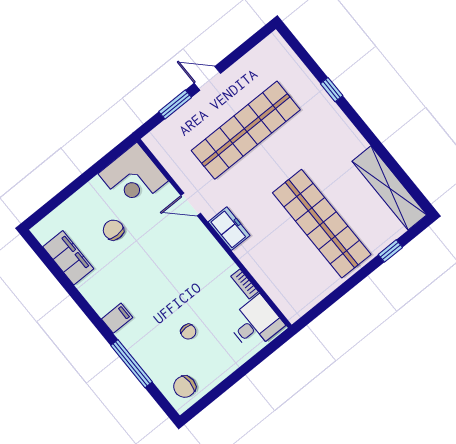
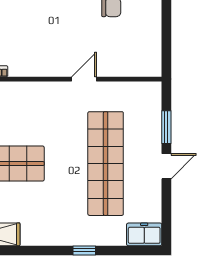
corner desk: (133, 177) -> (138, 53), removed
freezer: (229, 229) -> (144, 234), moved, turned 180

